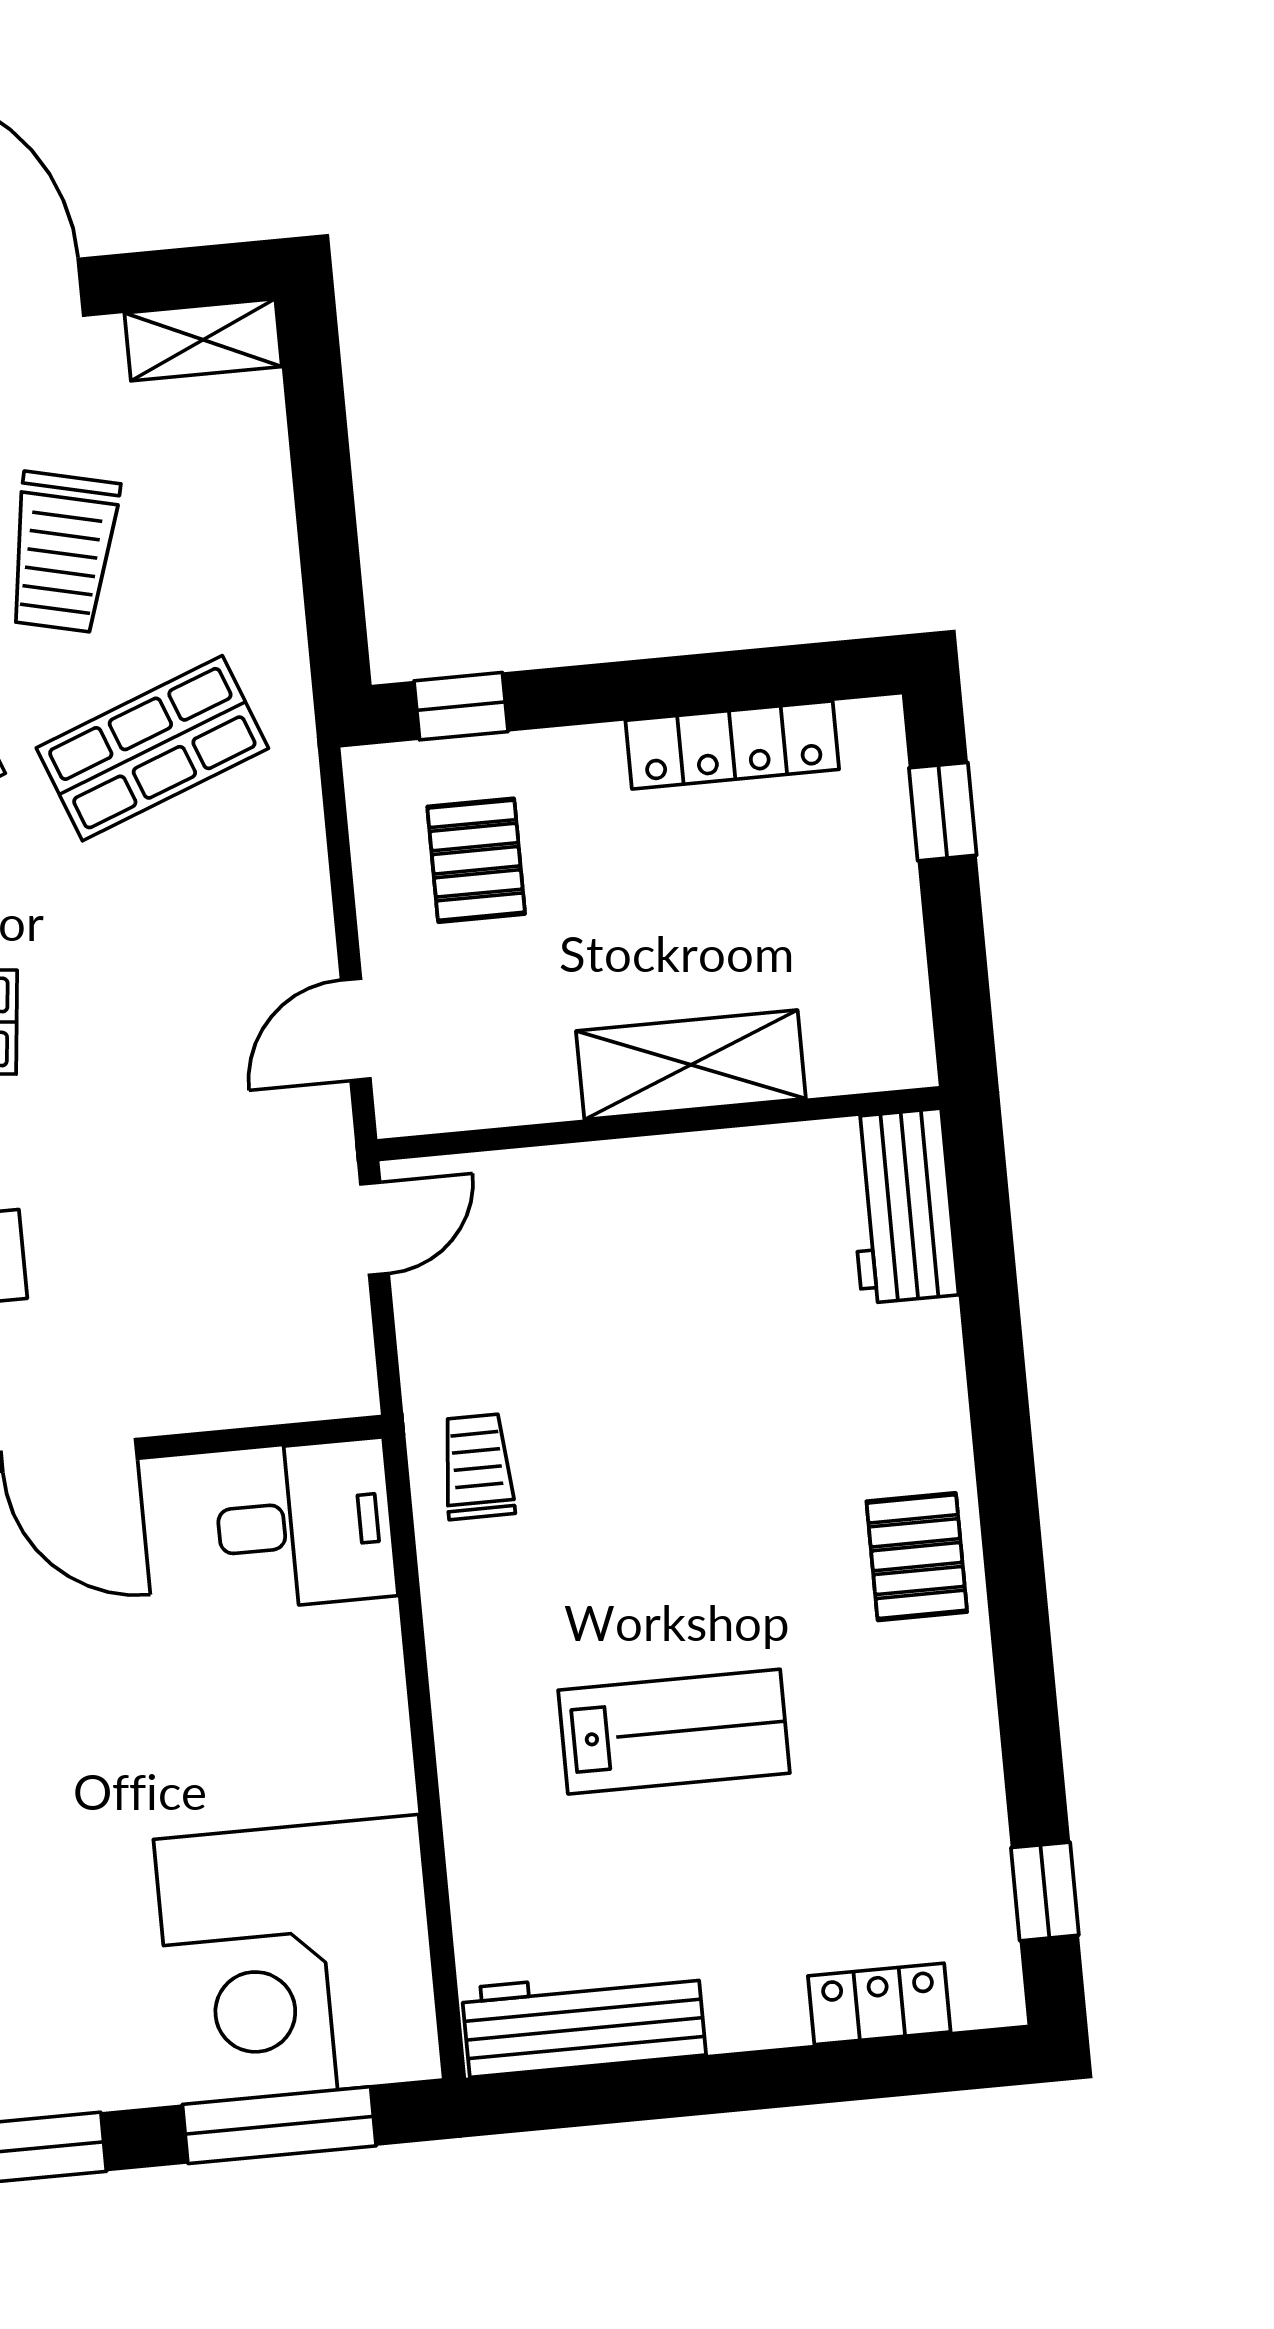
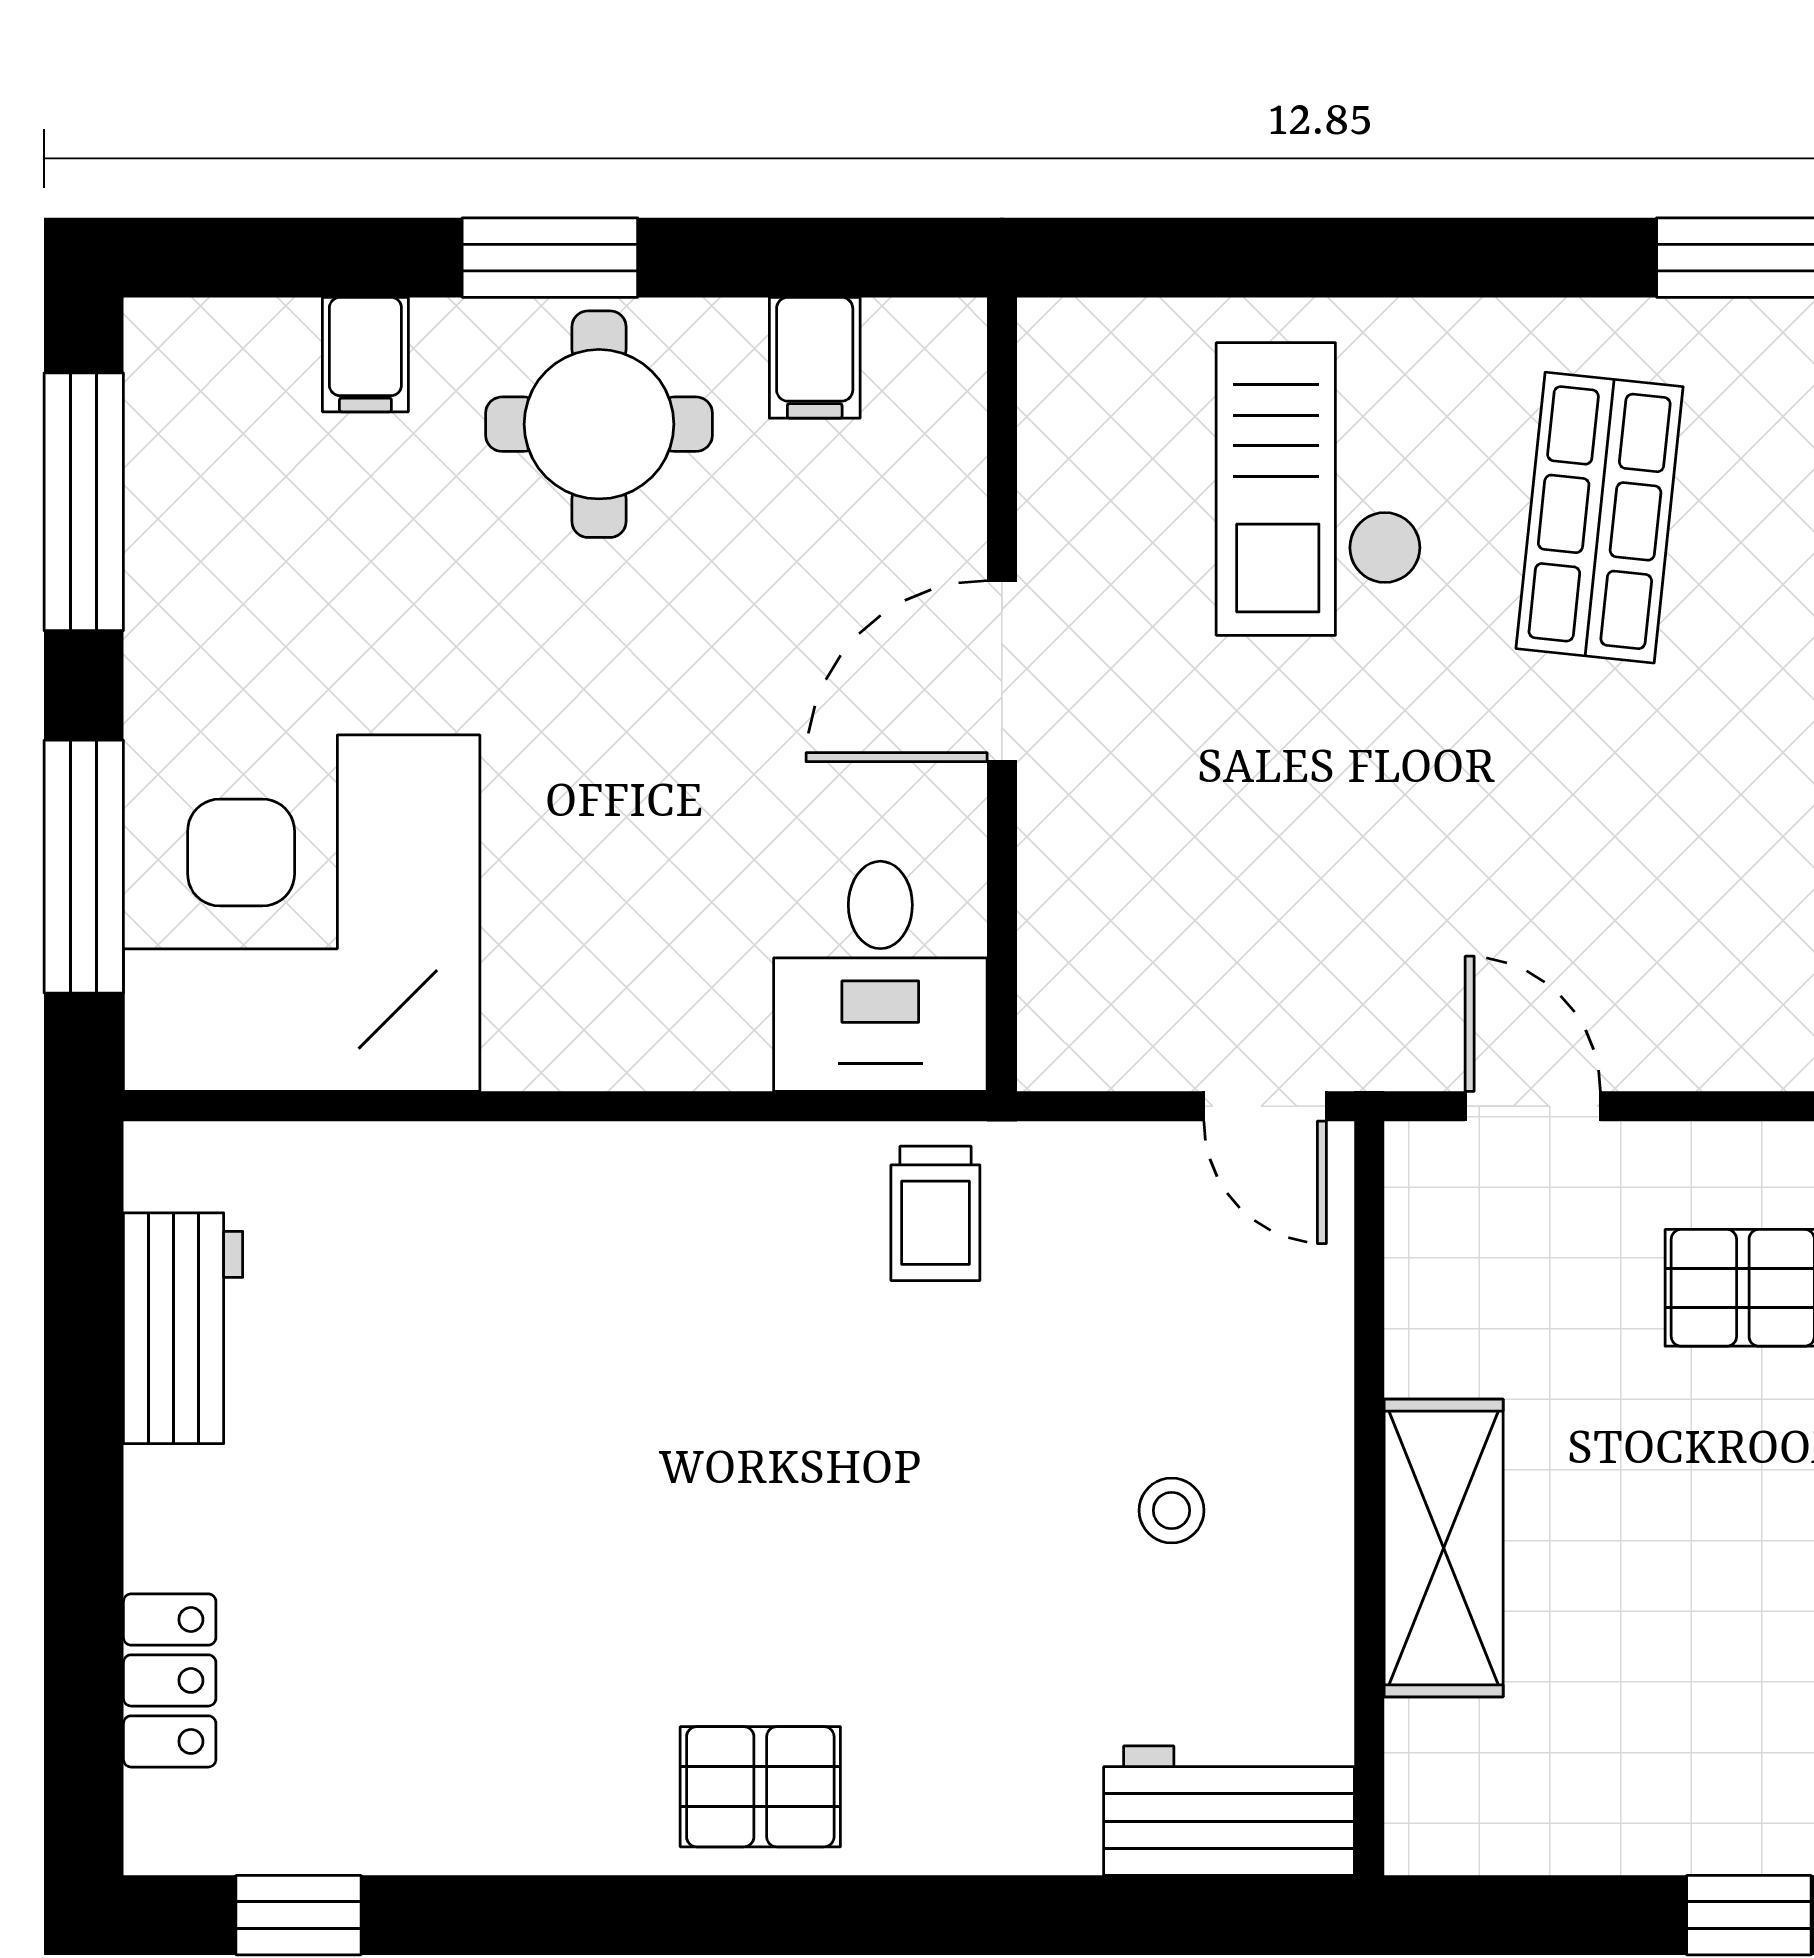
stool: (682, 1270) -> (1172, 1510), added
trolley: (477, 1467) -> (935, 1213), turned 90
lab bench: (674, 1732) -> (558, 1442), removed
workbench: (584, 2022) -> (183, 1328), width x0.73

